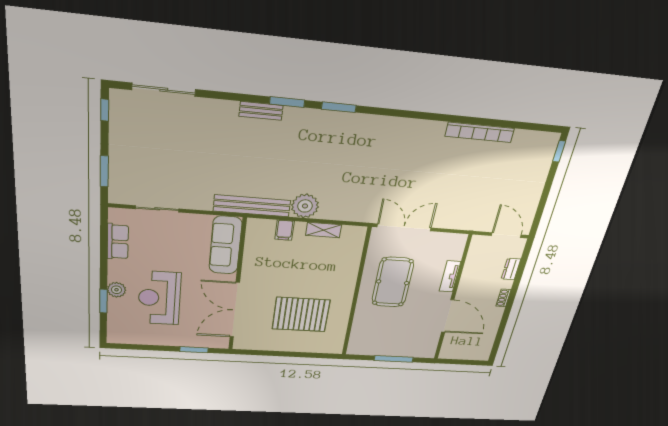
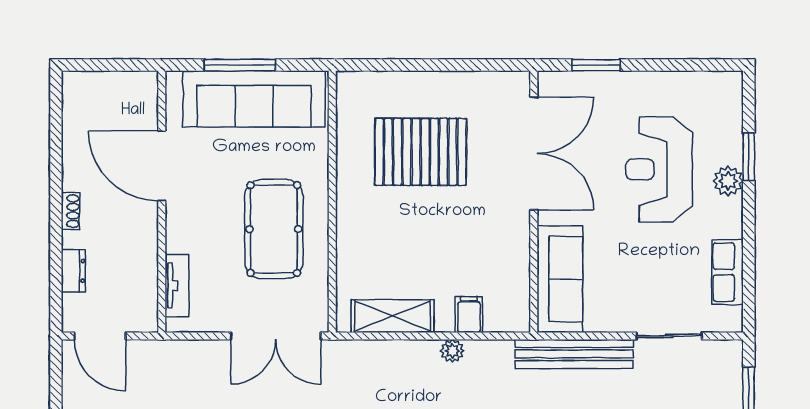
bench: (252, 206) -> (574, 354), moved
plant: (305, 206) -> (452, 351), width x0.53, depth x0.53
shelving: (324, 230) -> (393, 316), width x1.50, depth x1.33
tv unit: (450, 276) -> (177, 286), moved
reception desk: (159, 298) -> (659, 169), turned 180
sofa: (390, 344) -> (254, 99), added

